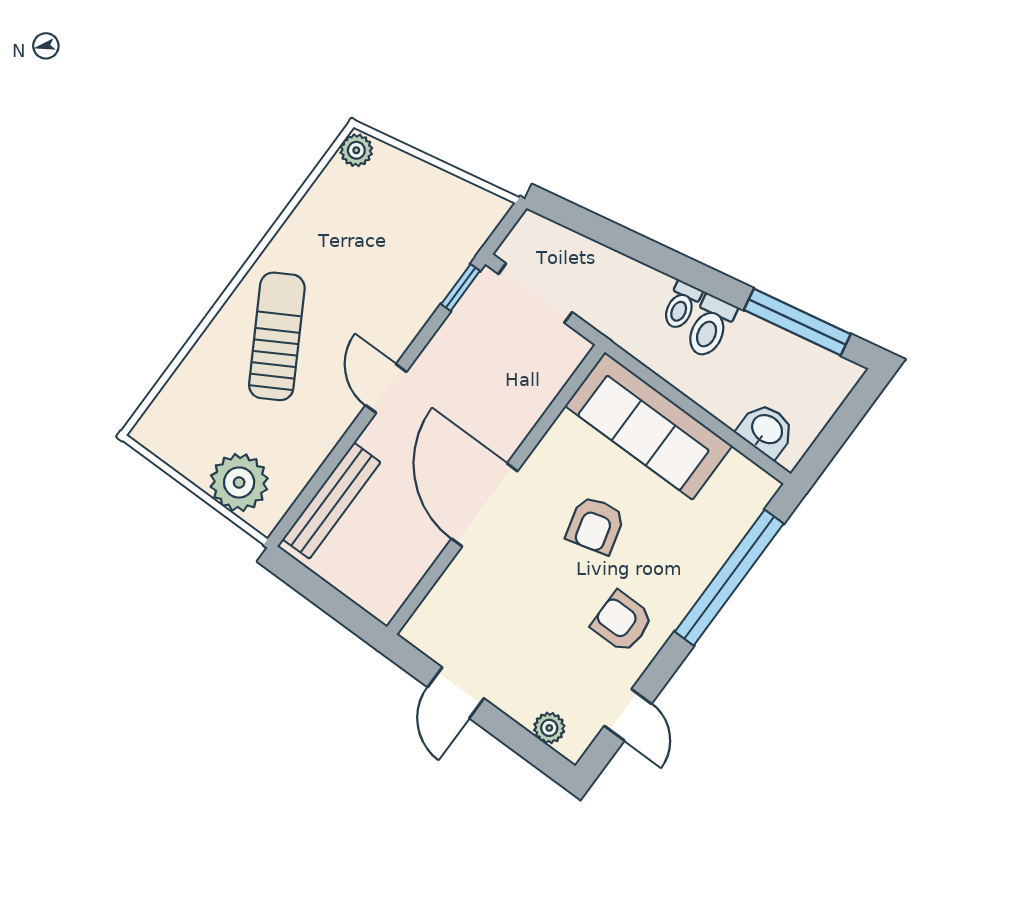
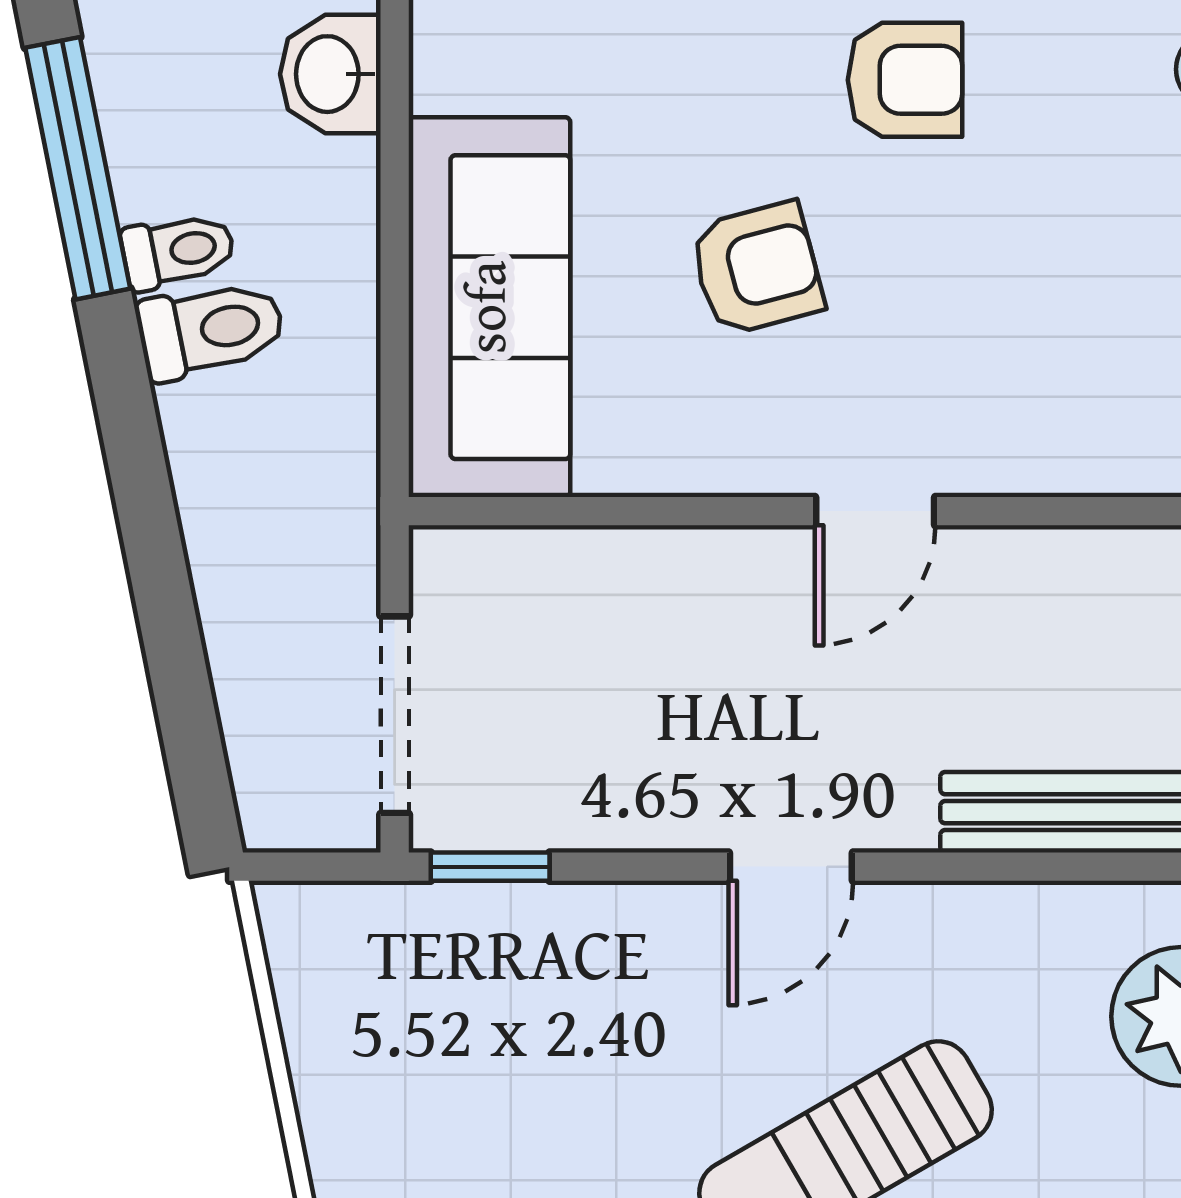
toilet: (681, 306) -> (178, 251), moved
door: (485, 505) -> (875, 511), width x0.53
armchair: (622, 622) -> (905, 80), turned -90

